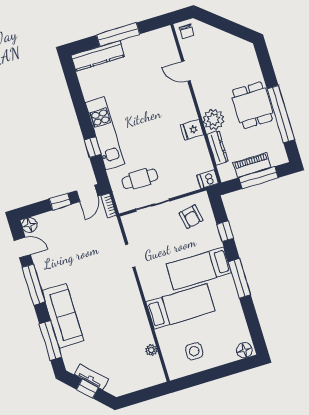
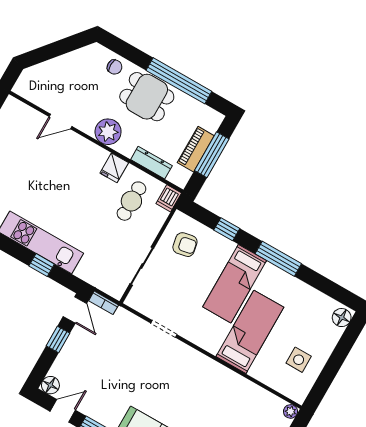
chair: (187, 32) -> (115, 67), moved
plant: (213, 119) -> (108, 132), moved
cafe table: (140, 179) -> (131, 201), moved
plant: (151, 350) -> (291, 411), moved

